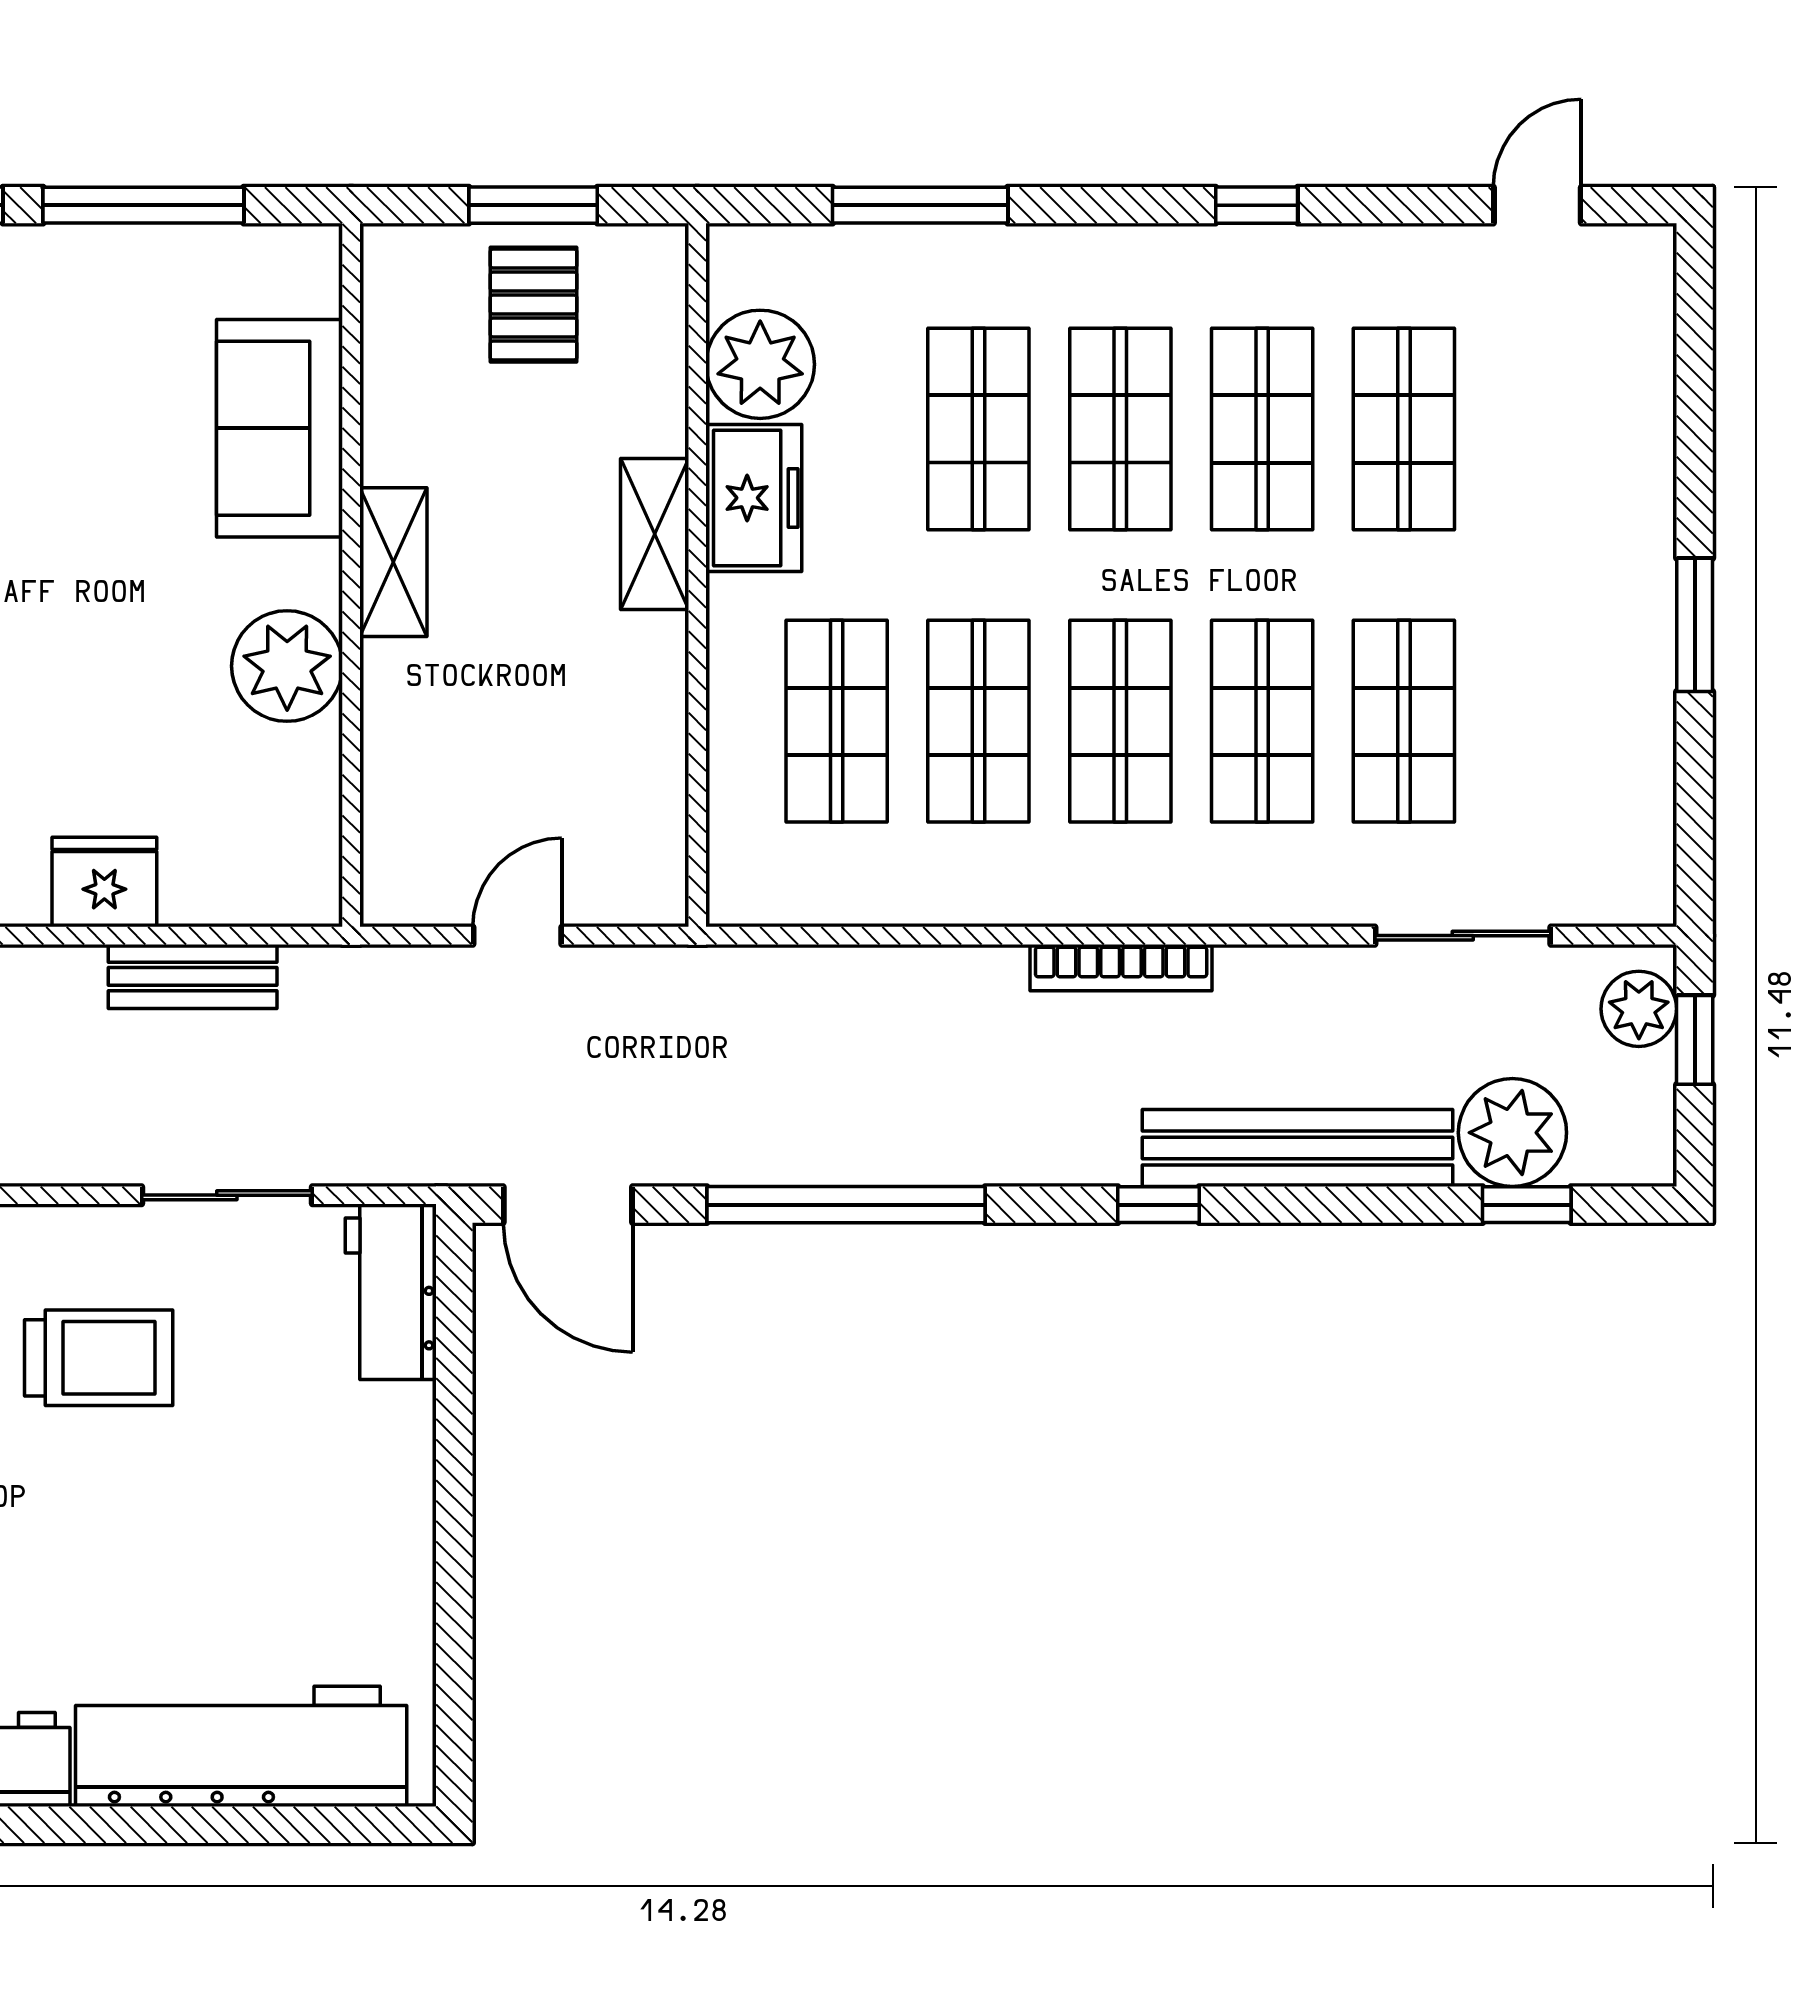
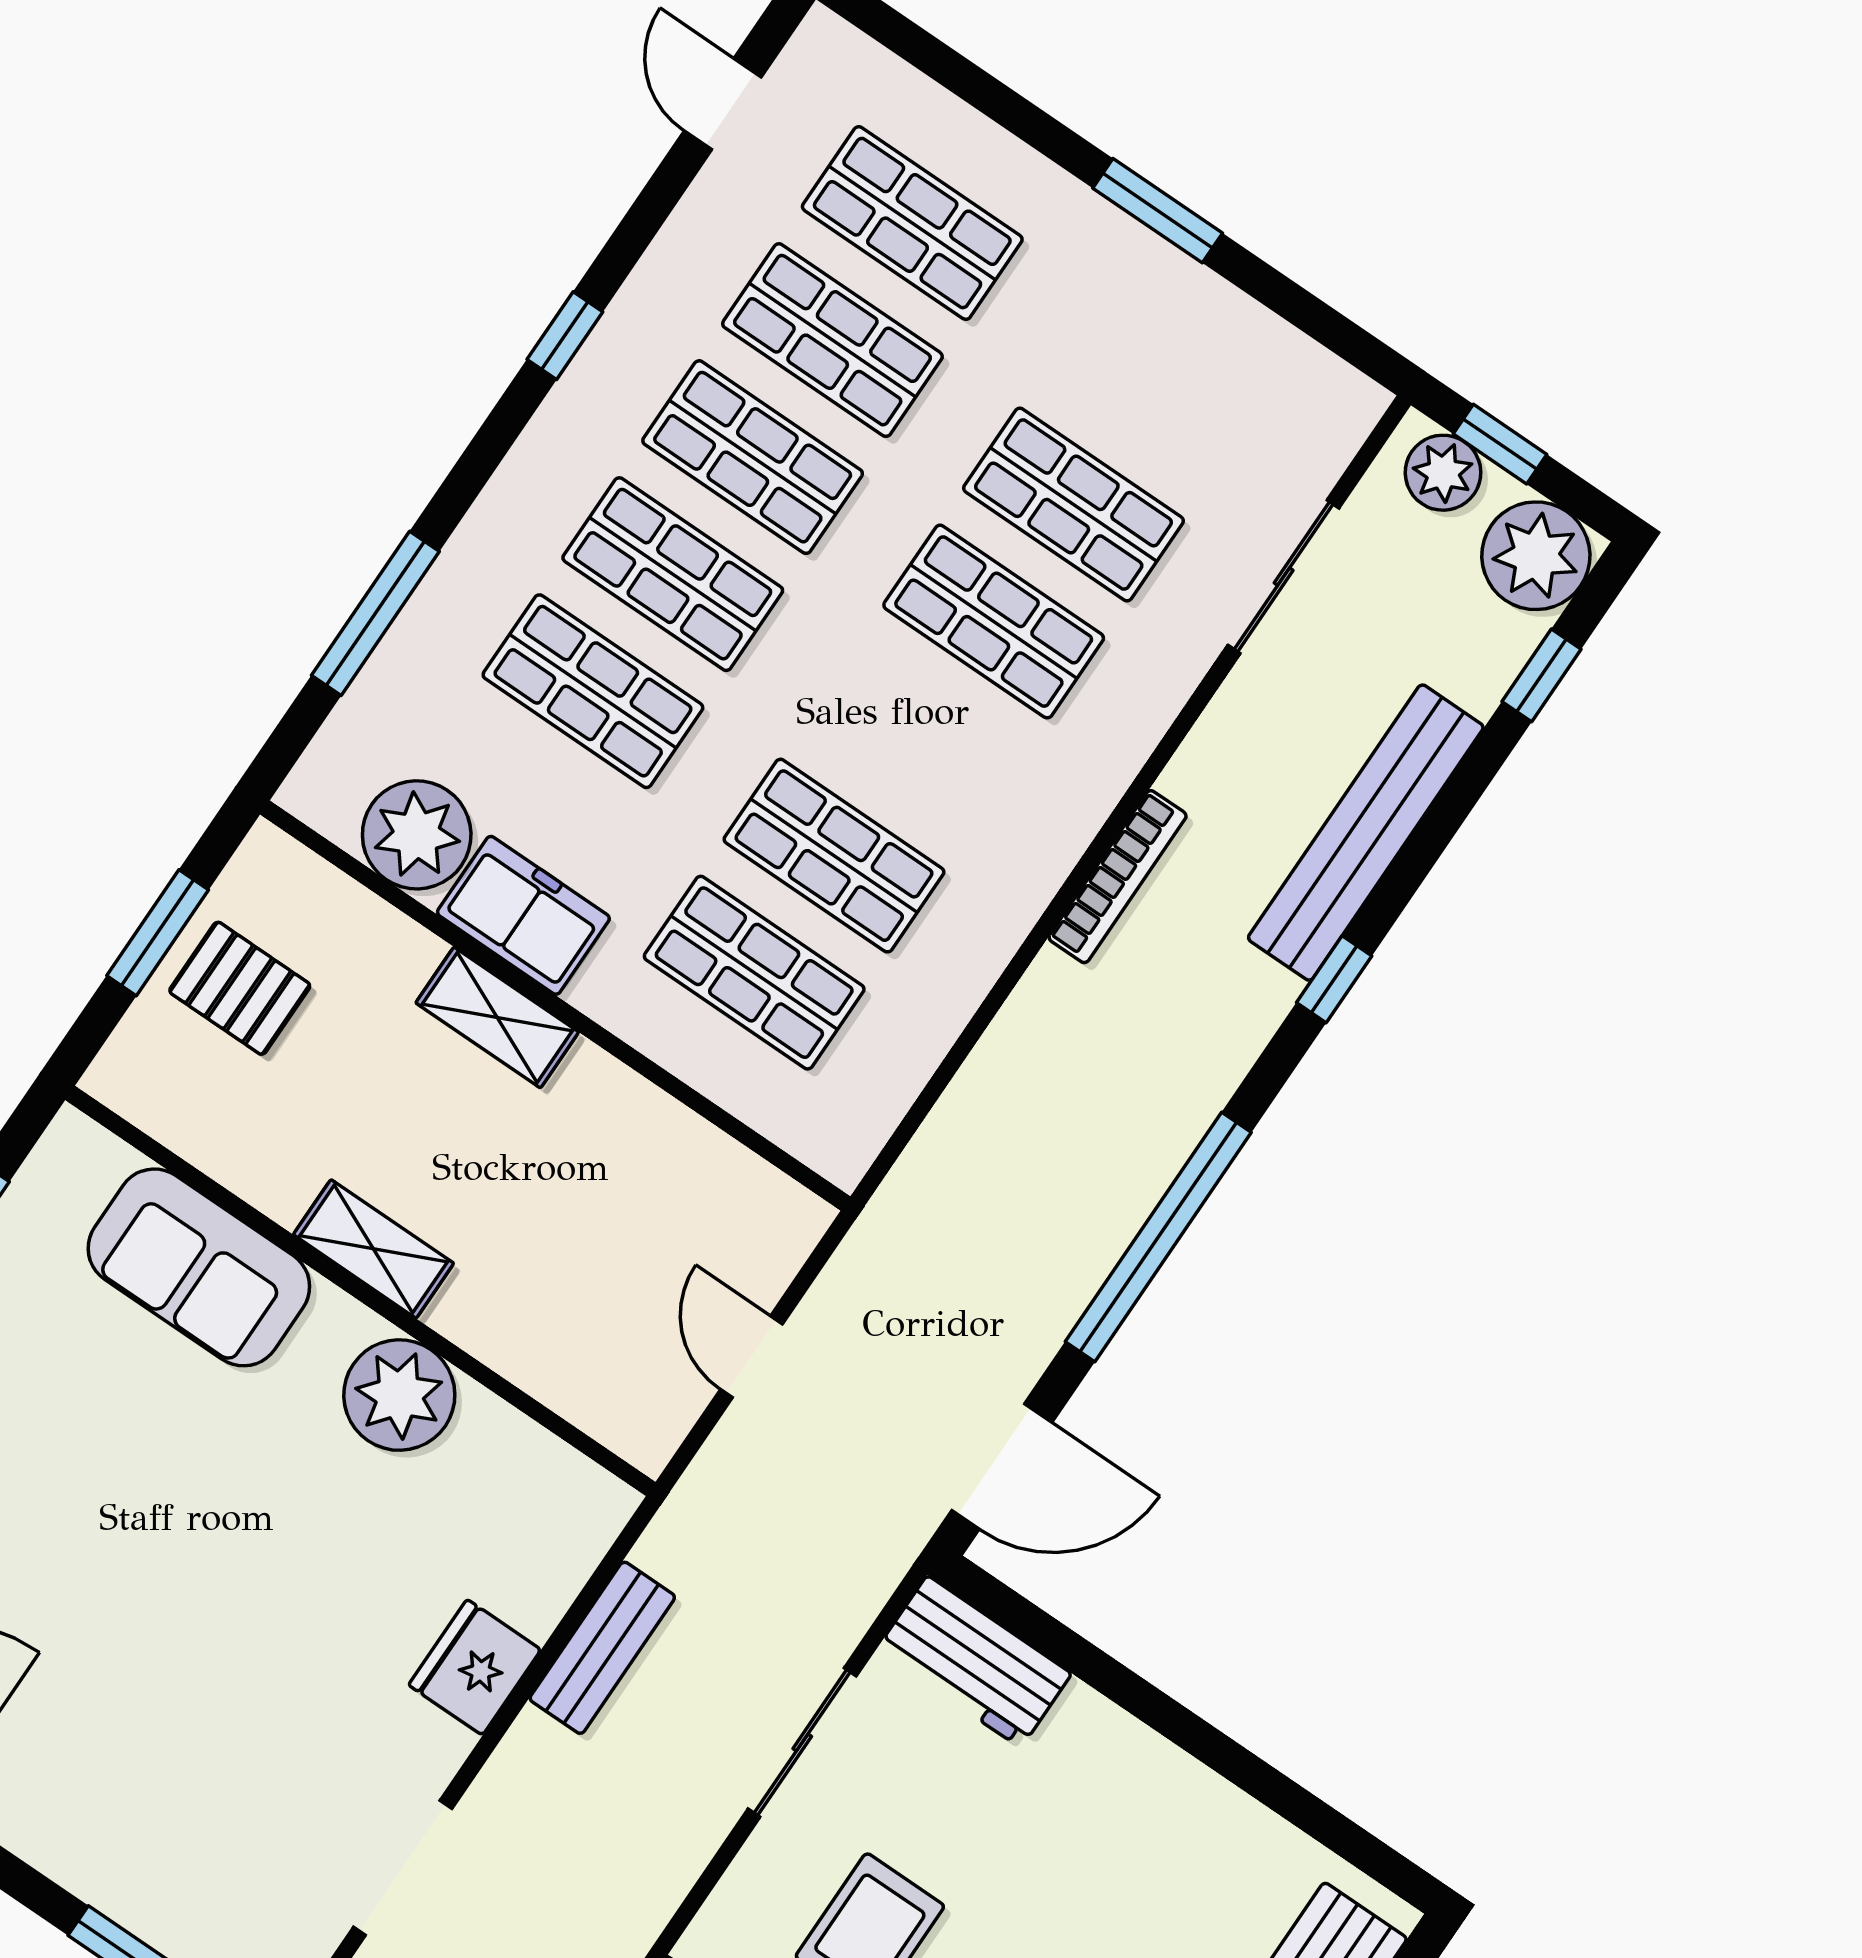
shop shelf: (1120, 721) -> (912, 223), moved
plant: (1512, 1133) -> (1536, 556), moved

